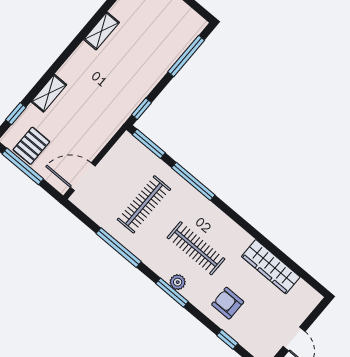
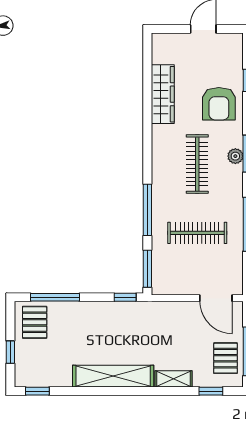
pallet: (180, 24) -> (35, 322), added
shelving: (101, 31) -> (113, 376), width x2.20, depth x1.33
pallet: (31, 146) -> (225, 358), turned 90
armchair: (228, 303) -> (219, 104), width x1.38, depth x1.38

